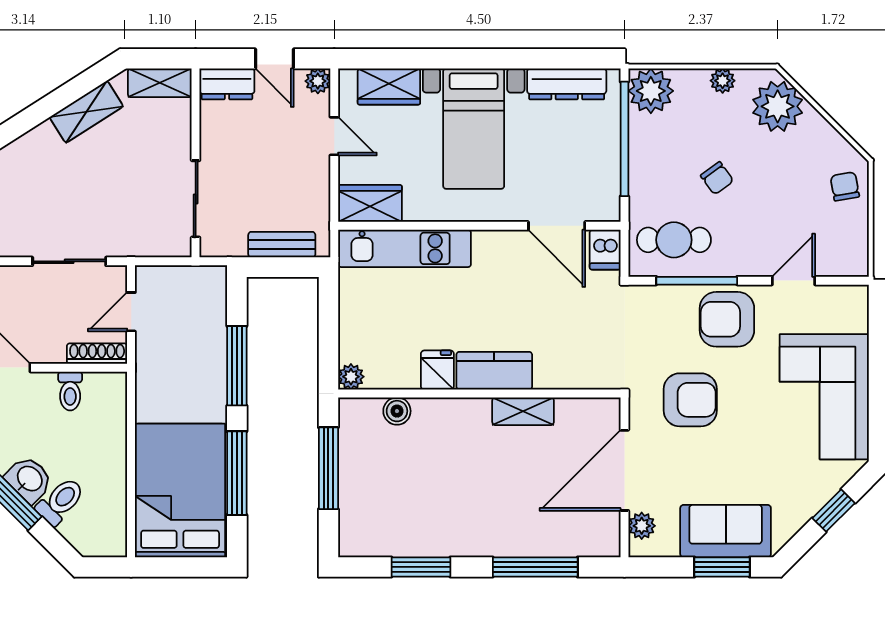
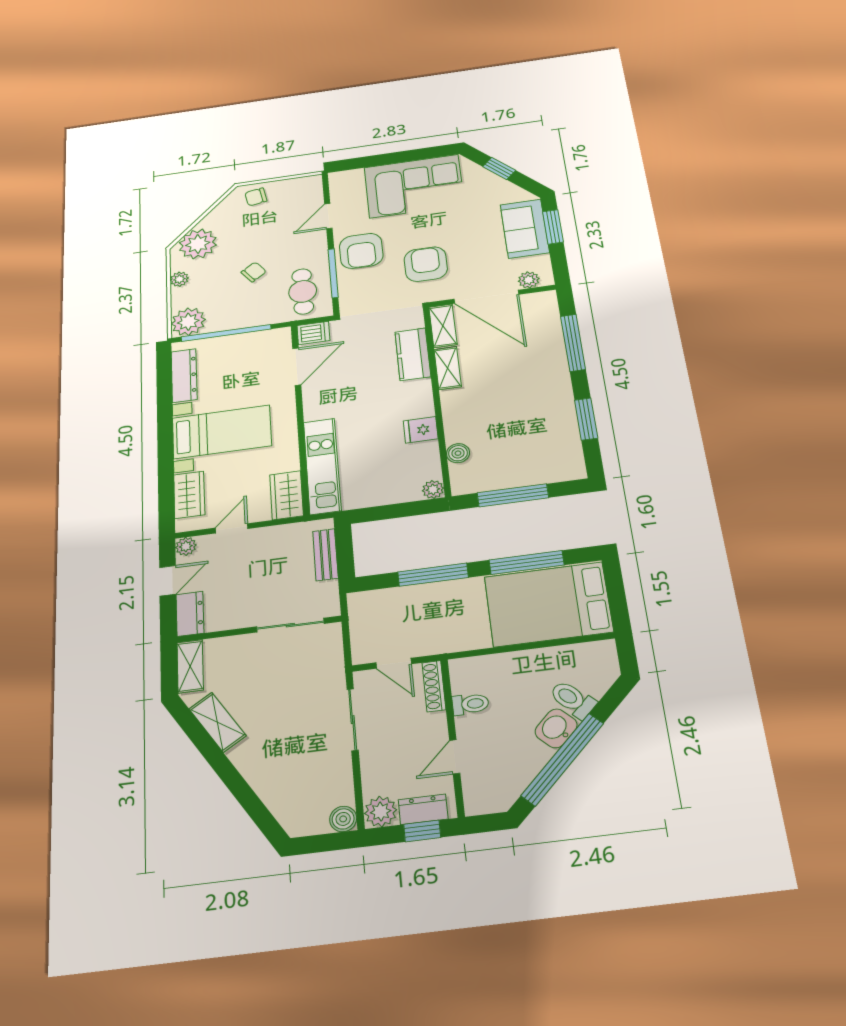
door: (793, 281) -> (328, 216), hinge flipped
kitchen counter: (494, 371) -> (413, 354), moved
shelving: (588, 412) -> (443, 326), added

